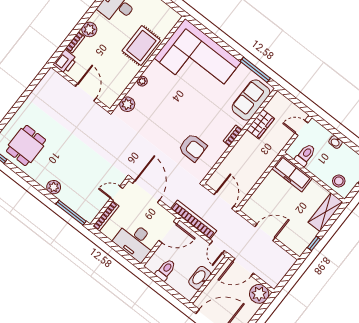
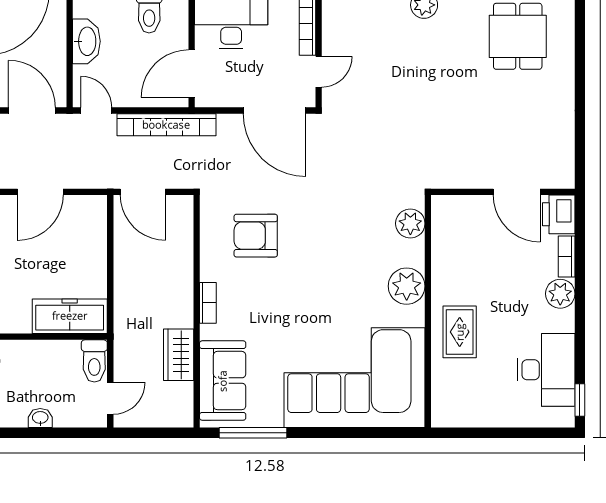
rug: (141, 46) -> (460, 332), width x0.73, depth x0.70
plant: (142, 81) -> (407, 286), width x1.87, depth x1.87
door: (86, 92) -> (517, 192), moved
toilet: (305, 155) -> (94, 361), moved
door: (243, 267) -> (32, 110), hinge flipped

